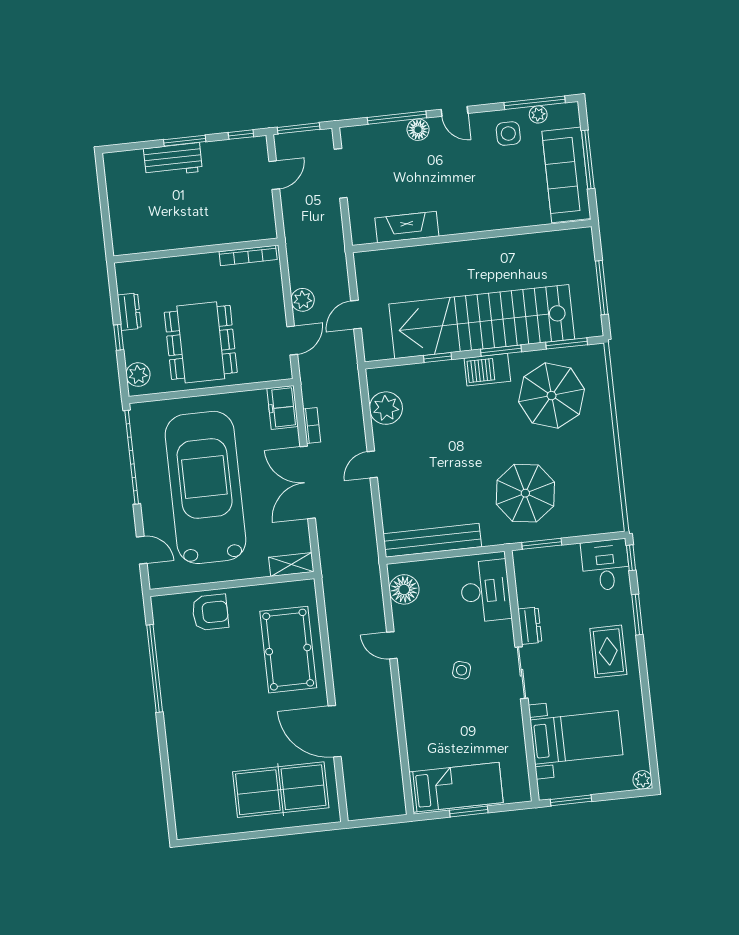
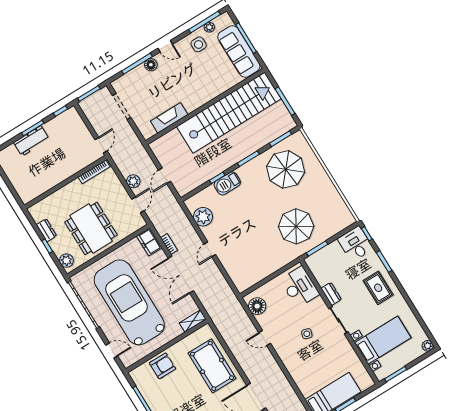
door: (274, 175) -> (101, 145), moved
stairs: (482, 322) -> (229, 113), moved, turned 180
barbecue: (487, 370) -> (227, 183), moved
bench: (432, 540) -> (260, 274), removed

